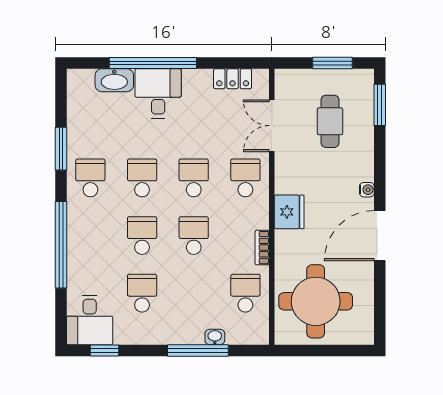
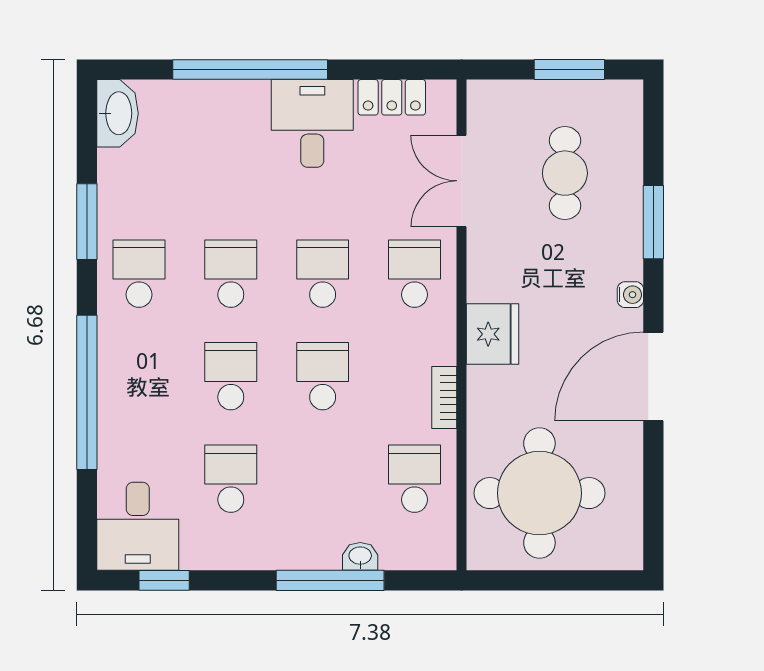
washbasin: (114, 80) -> (117, 113), moved, turned -90
desk: (158, 93) -> (312, 123), moved
window: (380, 105) -> (653, 222), moved

